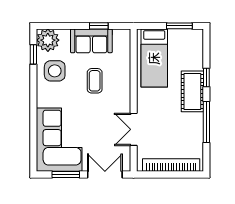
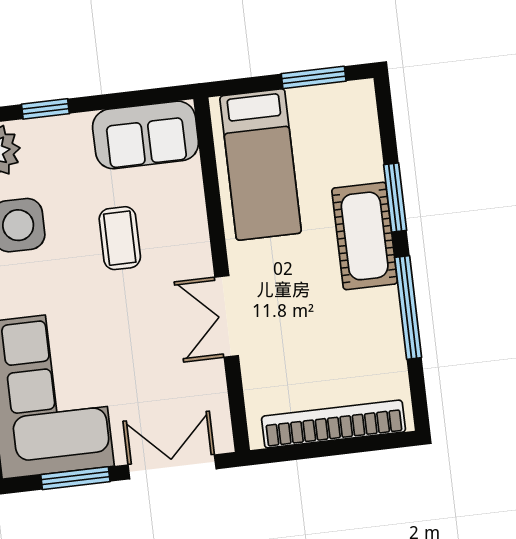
window: (99, 26) -> (45, 109), moved
sofa: (91, 41) -> (146, 135), moved
window: (206, 78) -> (395, 198), width x1.50
double door: (134, 129) -> (227, 316), moved

